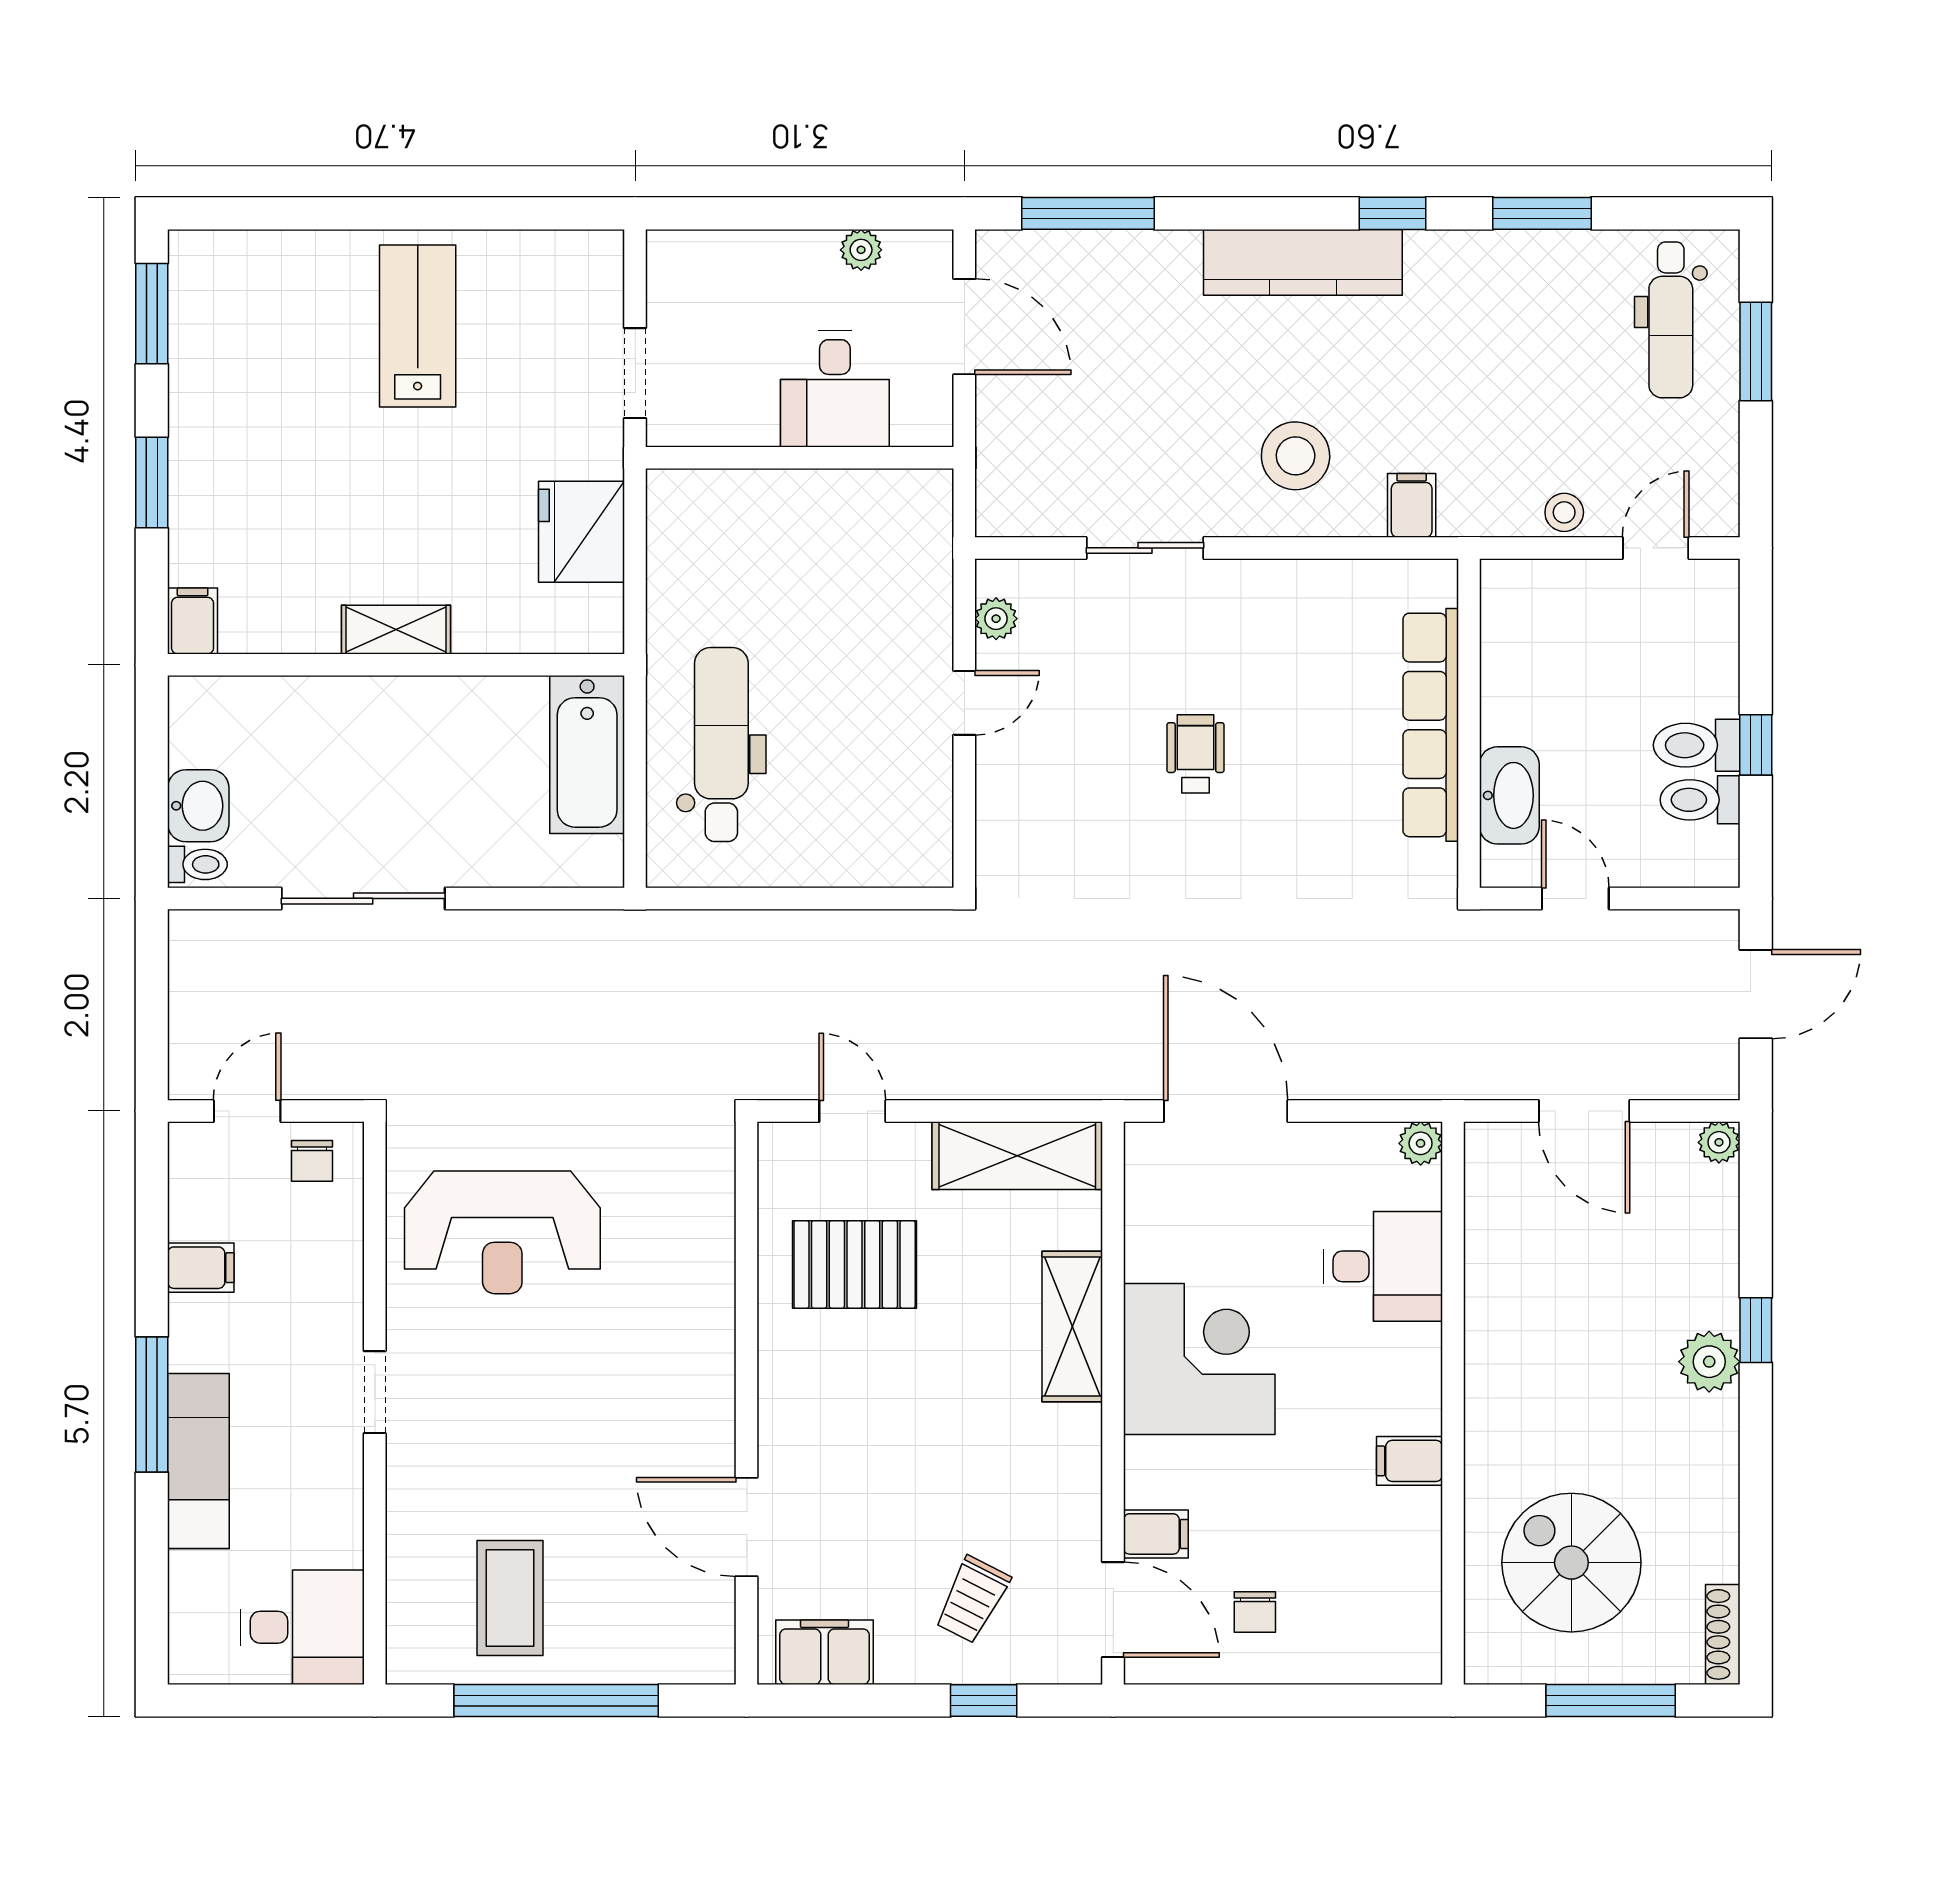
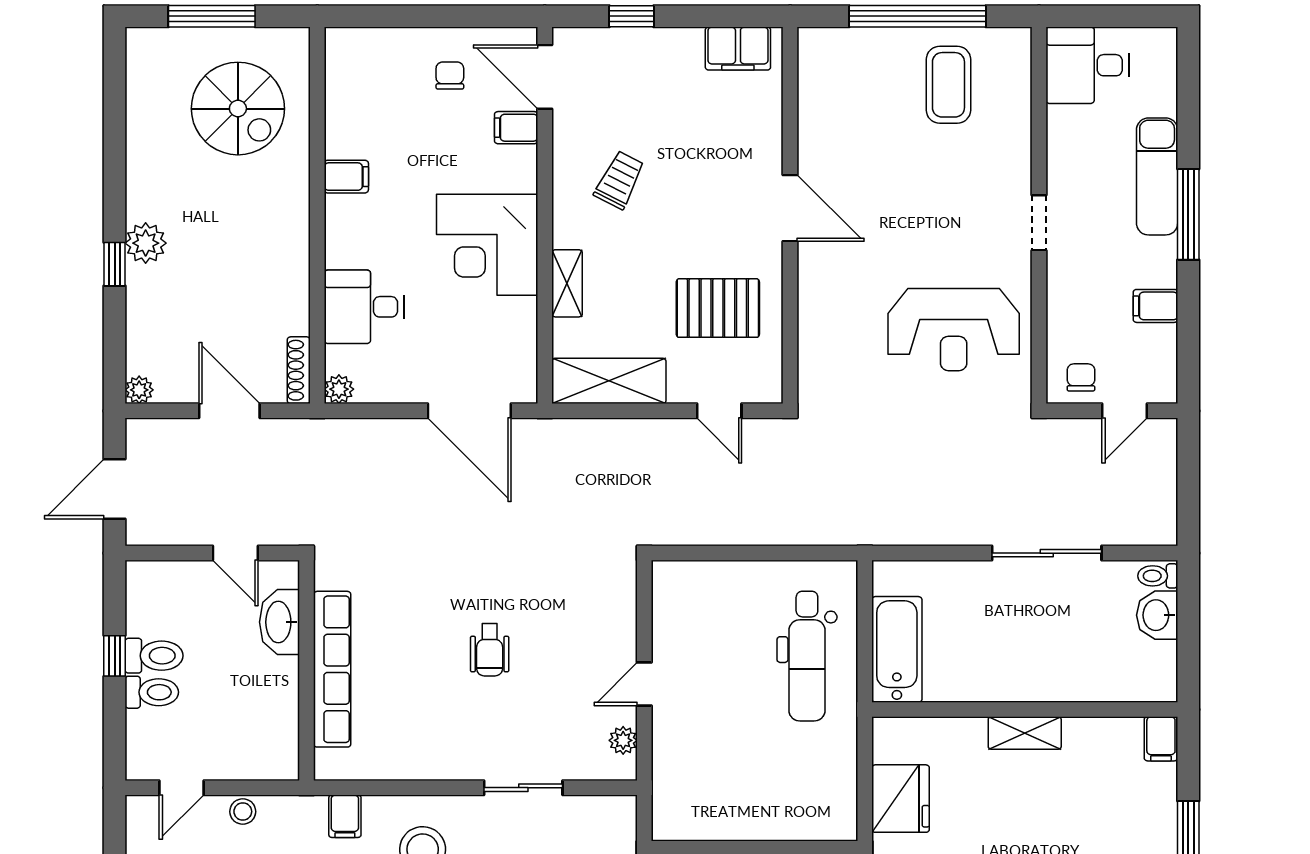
toilet: (1700, 800) -> (152, 692), moved
reception desk: (502, 1232) -> (954, 330), turned 180
shelving: (1072, 1327) -> (567, 283), width x0.67, depth x0.75
door: (747, 1527) -> (790, 208), moved
trolley: (972, 1600) -> (619, 180), moved
shoe rack: (1723, 1634) -> (299, 370), moved, turned 180

